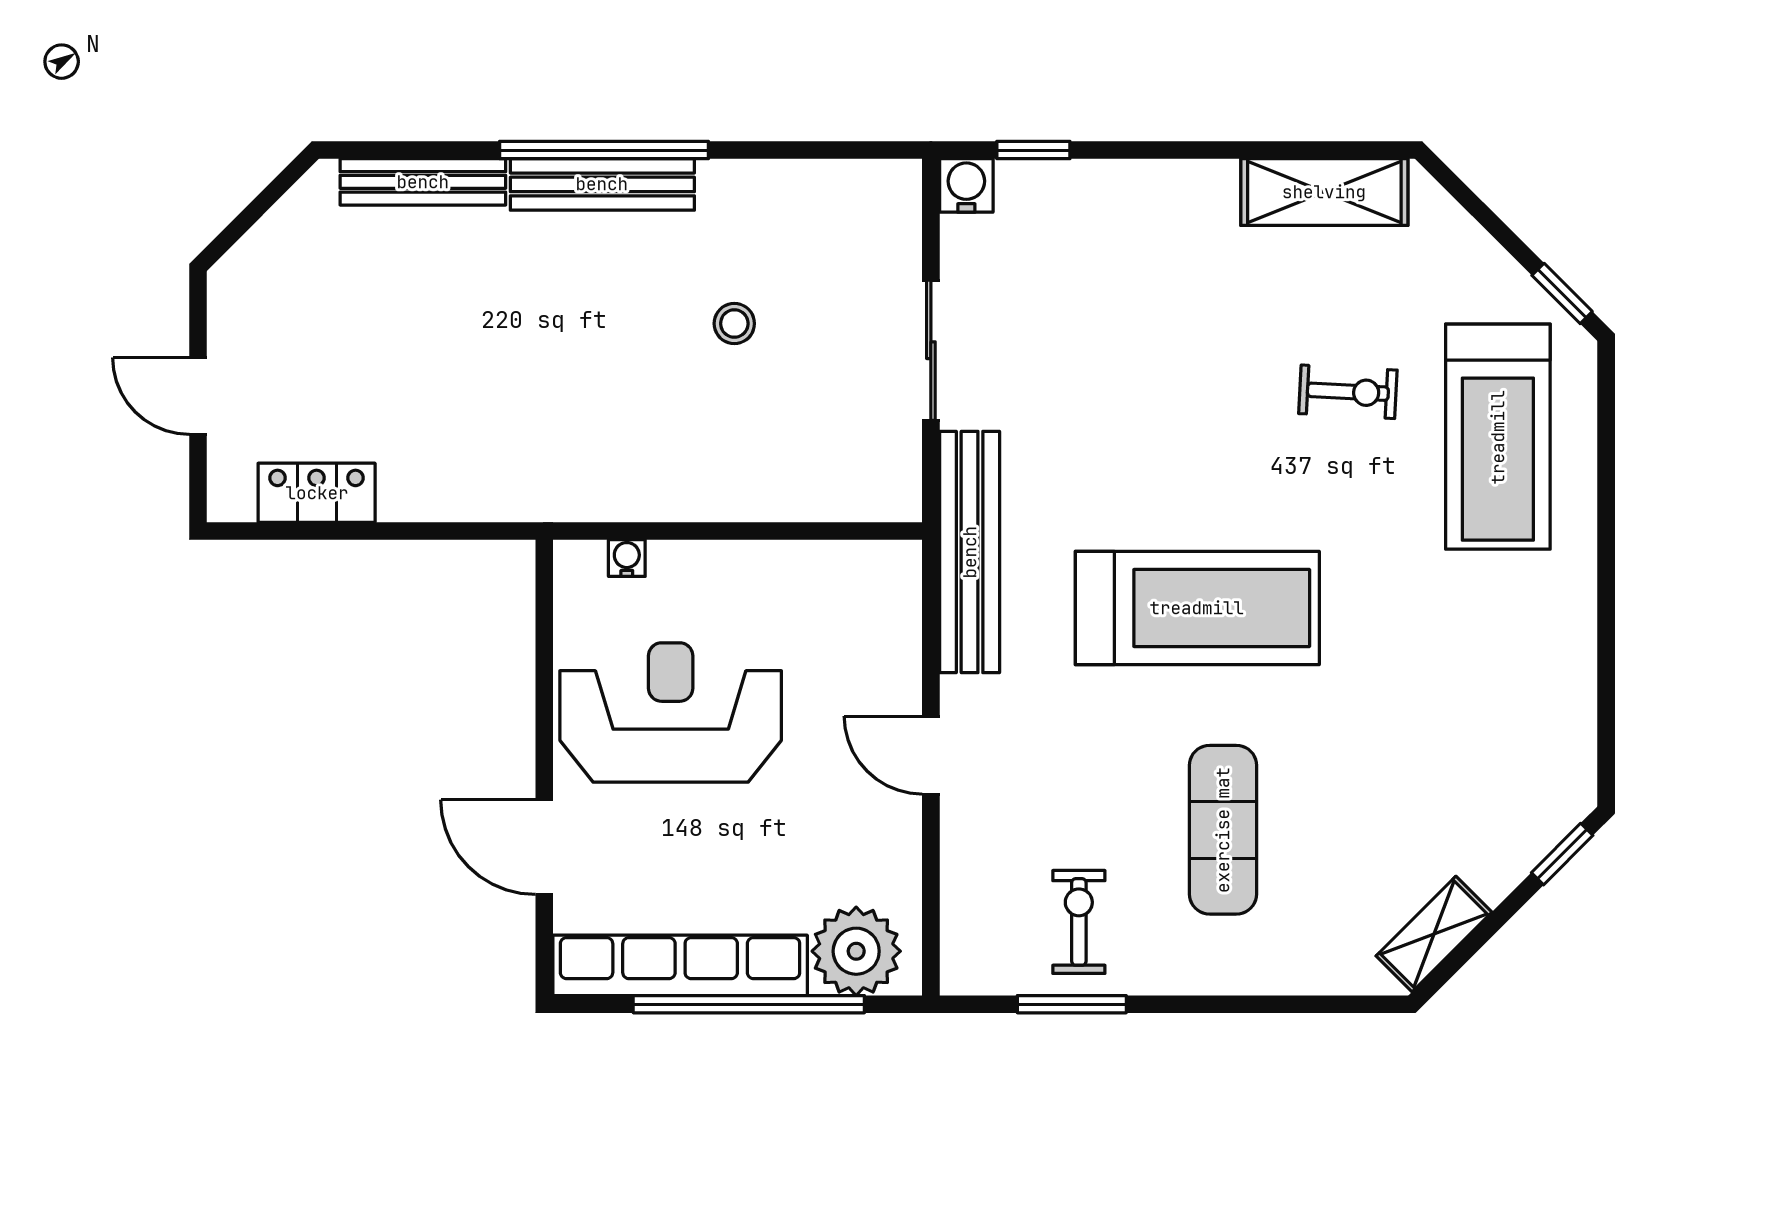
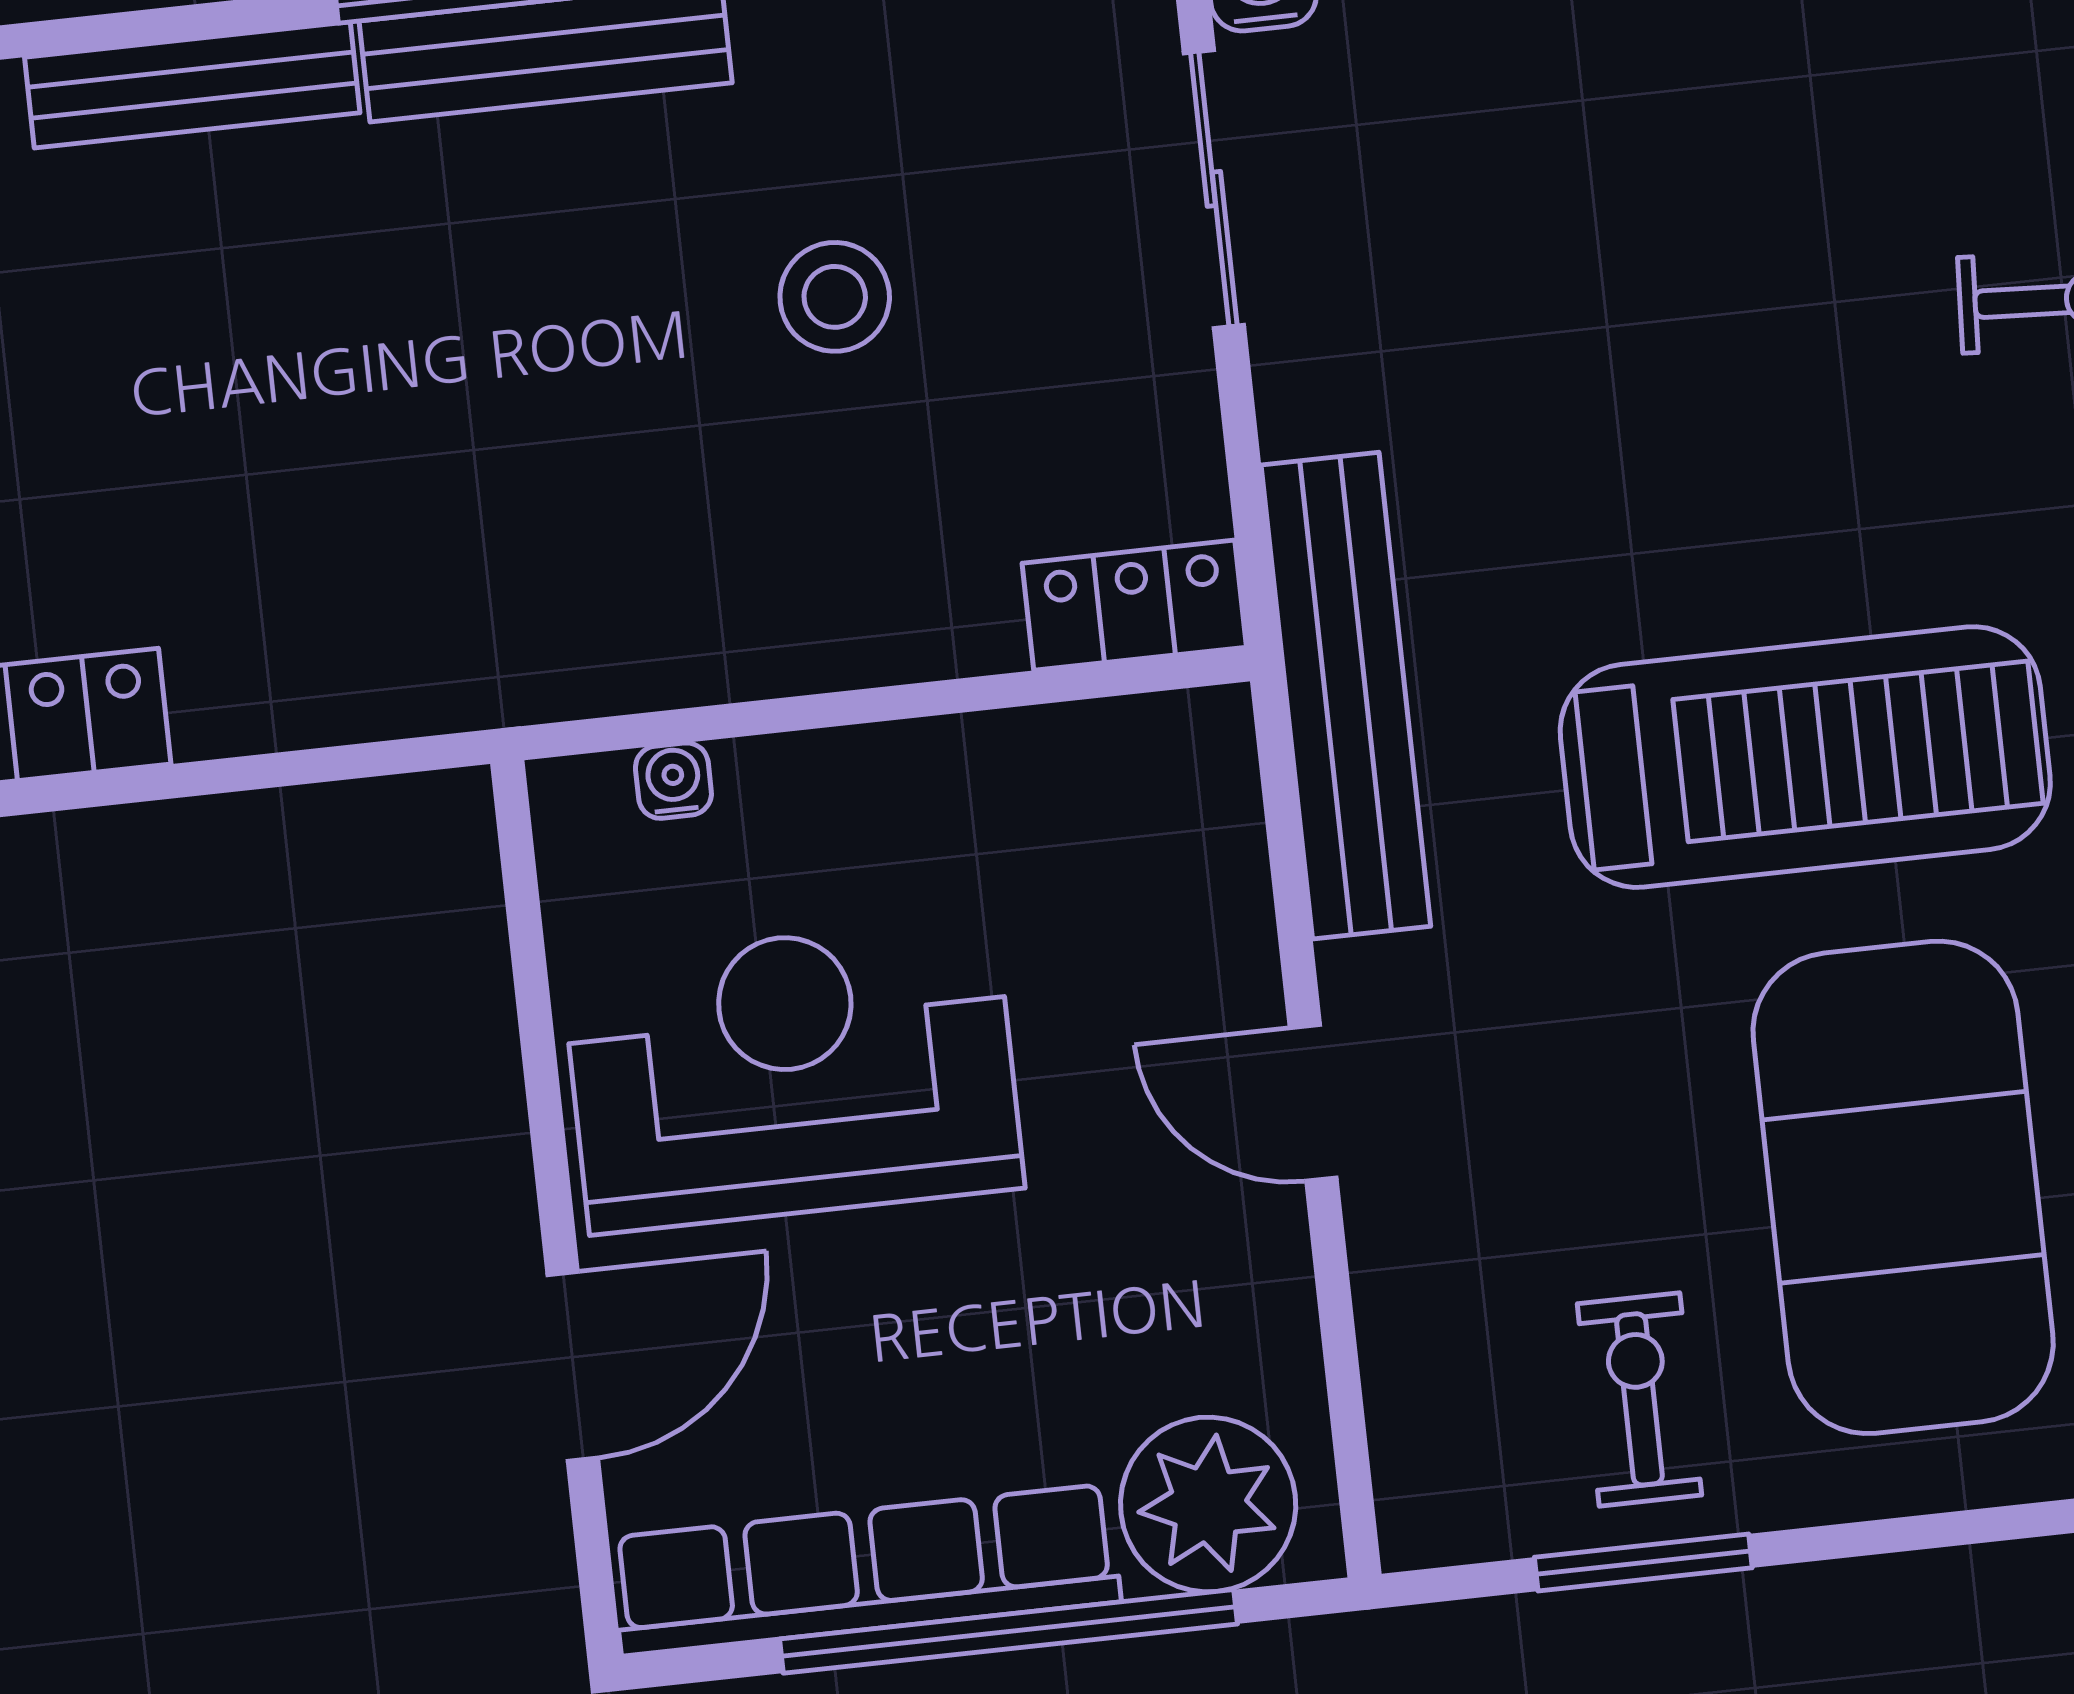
stool: (734, 324) -> (835, 297), width x1.37, depth x1.37
sliding door: (931, 350) -> (1214, 189), moved
locker: (868, 495) -> (1134, 605), added
exercise mat: (1223, 830) -> (1903, 1187), width x2.00, depth x1.45
door: (544, 847) -> (573, 1366), swing flipped

